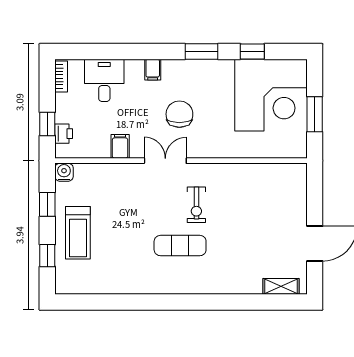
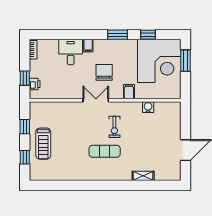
desk: (104, 80) -> (71, 52), moved
window: (315, 114) -> (186, 61), moved
filing cabinet: (120, 146) -> (129, 92), moved
water cooler: (64, 172) -> (148, 107), moved
shelving: (281, 286) -> (143, 176), moved

